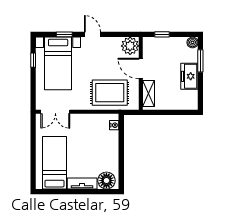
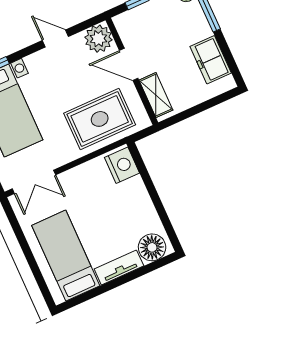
door: (93, 34) -> (55, 38), moved
freezer: (189, 76) -> (211, 60), moved
nightstand: (114, 125) -> (122, 165), width x1.89, depth x1.79

